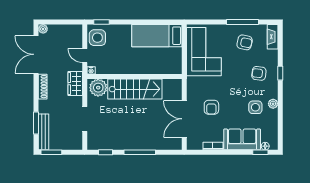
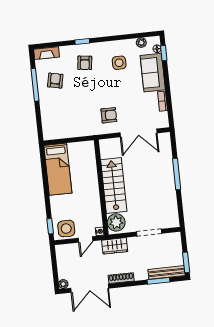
corner sofa: (204, 52) -> (69, 120), removed
plant: (273, 104) -> (141, 43), moved
armchair: (211, 107) -> (109, 115), moved
window: (105, 152) -> (180, 208), removed

